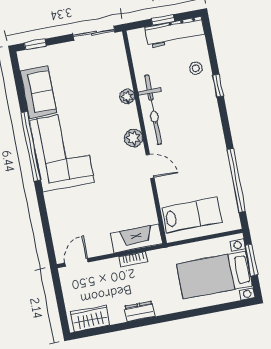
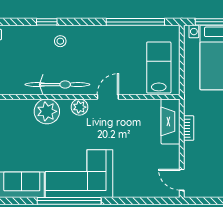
stool: (196, 68) -> (60, 41), moved
plant: (127, 97) -> (47, 111), width x1.87, depth x1.87

